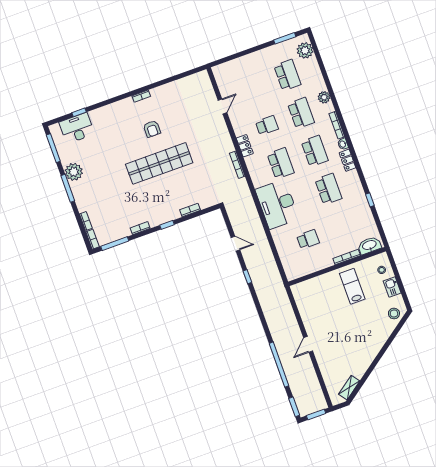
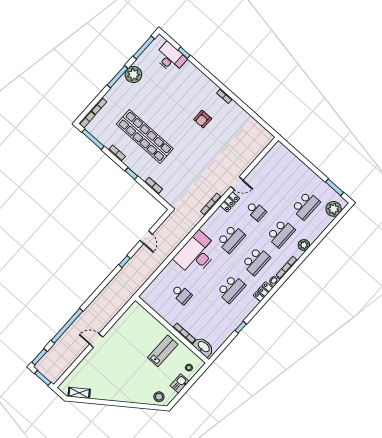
door: (222, 106) -> (237, 183), moved
shop shelf: (159, 163) -> (145, 136), moved

